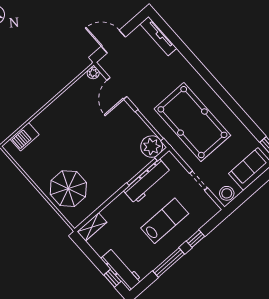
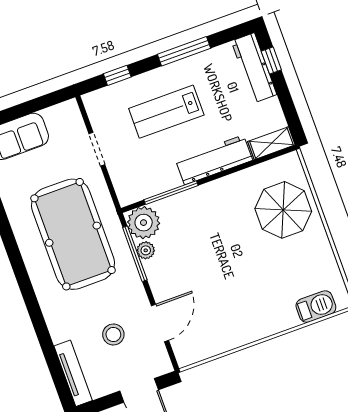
plant: (93, 73) -> (146, 250), moved
workbench: (147, 182) -> (214, 160), moved
stool: (227, 193) -> (113, 334), moved
window: (196, 239) -> (117, 75), moved

